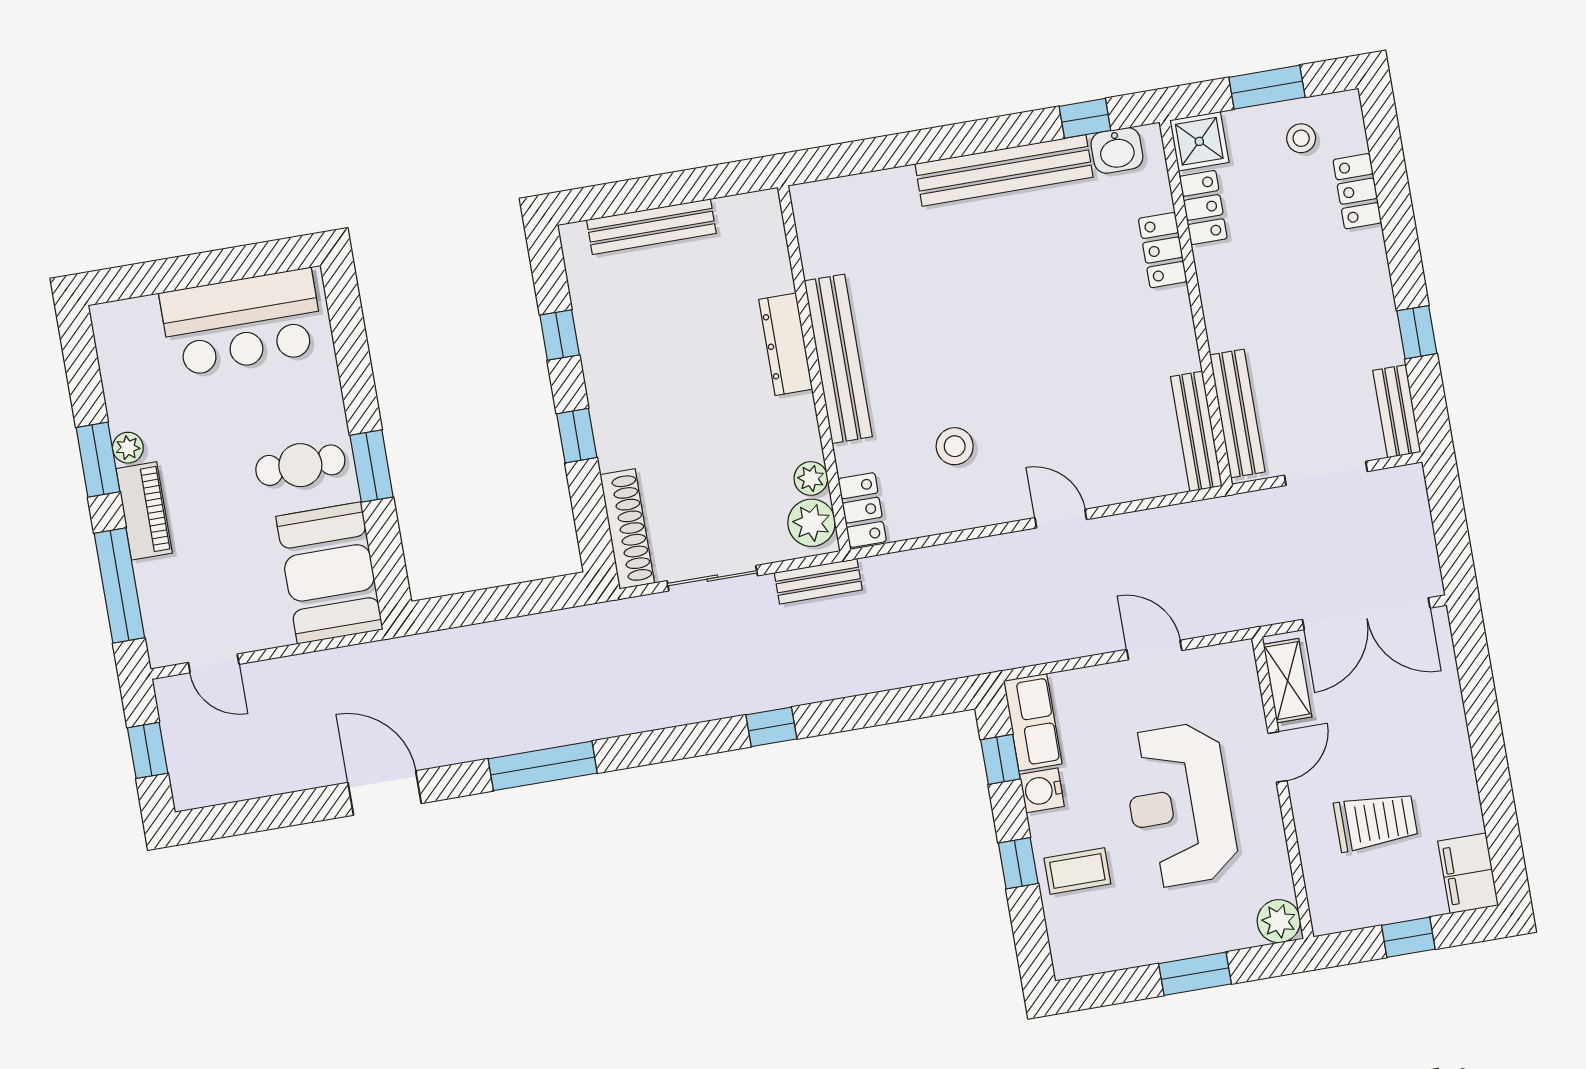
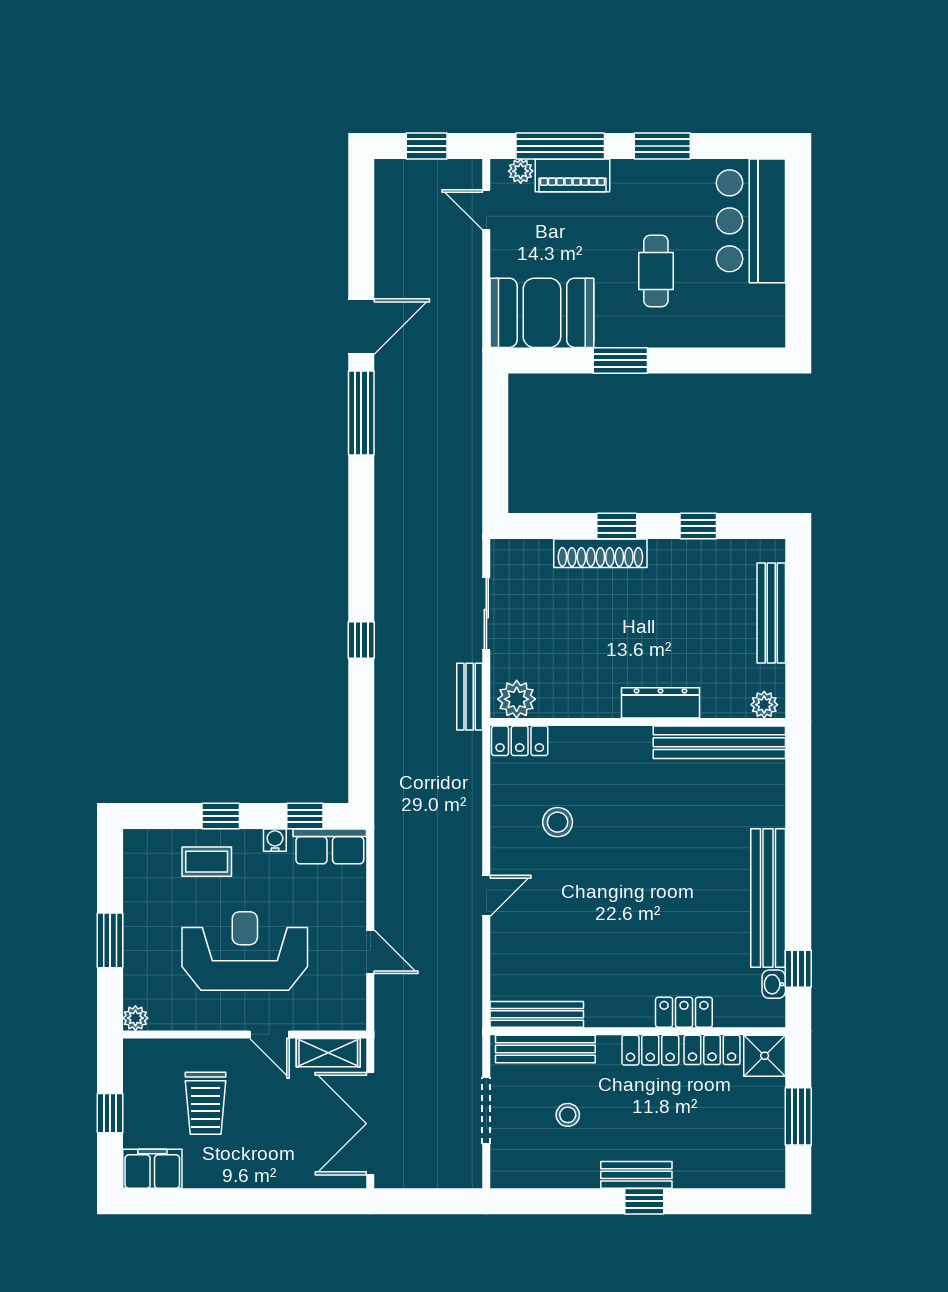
stool: (1301, 138) -> (568, 1115), moved
washbasin: (1117, 150) -> (774, 984), width x0.72, depth x0.69
locker: (1357, 191) -> (650, 1050), moved, turned 180
bar counter: (242, 322) -> (751, 221), moved
window: (1417, 332) -> (644, 1201), moved
bench: (838, 359) -> (719, 742), moved
bench: (1397, 411) -> (636, 1175), moved
plant: (128, 448) -> (521, 171), moved
cafe table: (300, 465) -> (656, 271), moved
plant: (811, 478) -> (764, 705), moved
piano: (144, 511) -> (573, 175), moved
shoe rack: (627, 529) -> (600, 553), moved
door: (1154, 650) -> (370, 952), hinge flipped
door: (214, 663) -> (486, 210), hinge flipped
window: (543, 766) -> (361, 413), moved
water cooler: (1042, 790) -> (275, 840), width x0.72, depth x0.72
coffee table: (1077, 871) -> (207, 862), turned 90
plant: (1279, 921) -> (135, 1018), width x0.73, depth x0.73

